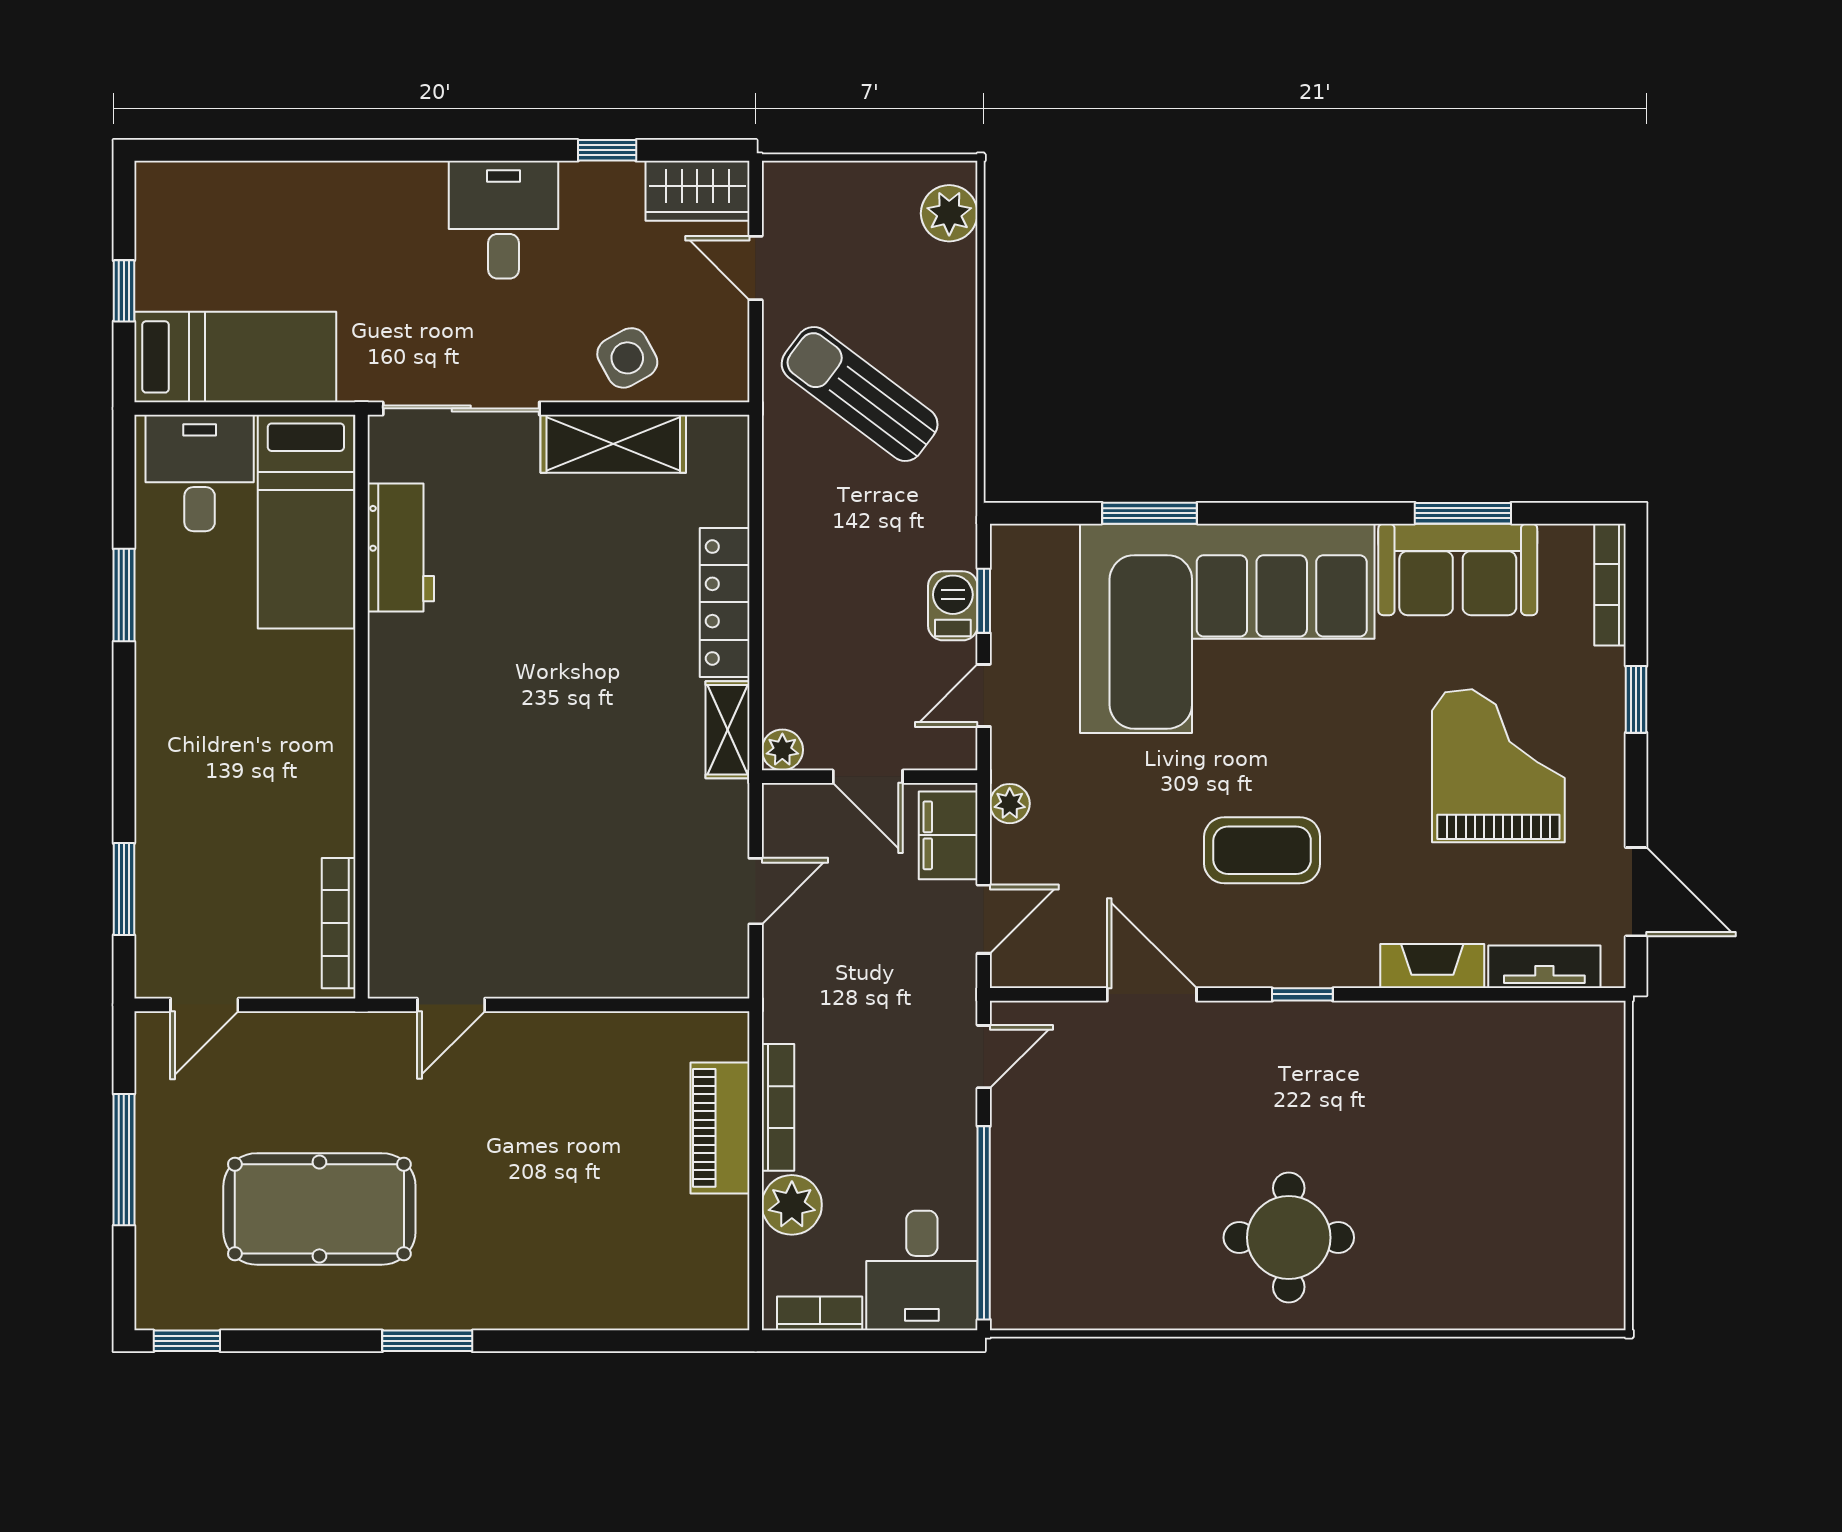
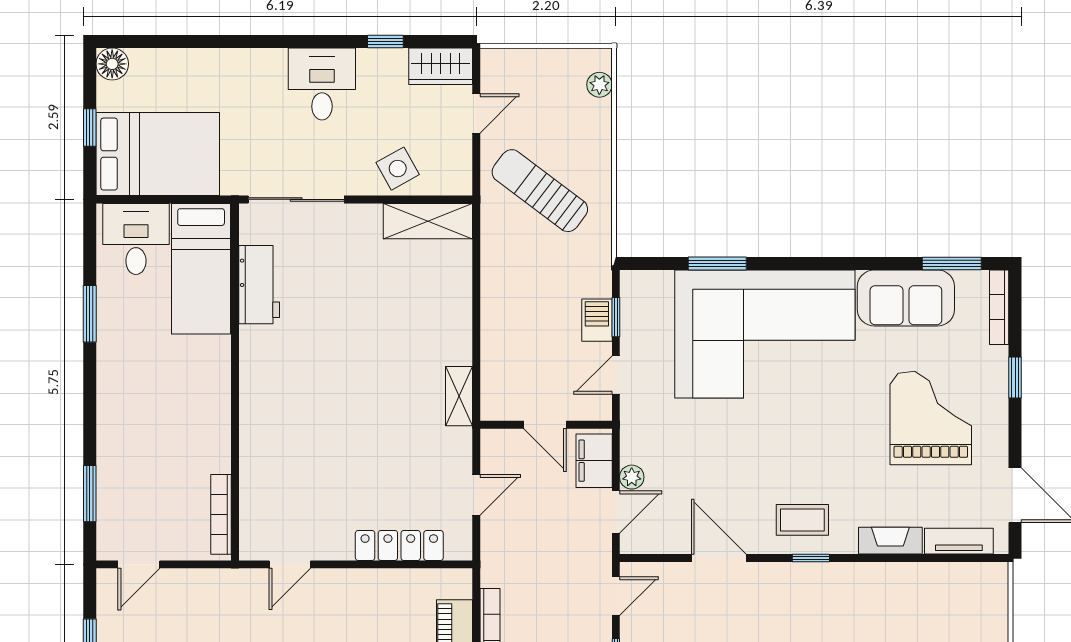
floor lamp: (161, 187) -> (112, 64), added
plant: (949, 213) -> (599, 85), width x0.73, depth x0.73
door: (756, 268) -> (476, 113), swing flipped
bed: (235, 357) -> (158, 154), width x1.50
shelving: (613, 444) -> (428, 221), moved
window: (1463, 513) -> (952, 264), moved
locker: (725, 602) -> (399, 545), moved, turned 90
plant: (782, 750) -> (493, 408), removed
plant: (1010, 804) -> (632, 477), moved
coffee table: (1262, 850) -> (802, 520), moved, width x0.73, depth x0.77

